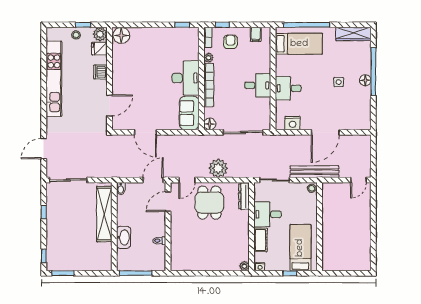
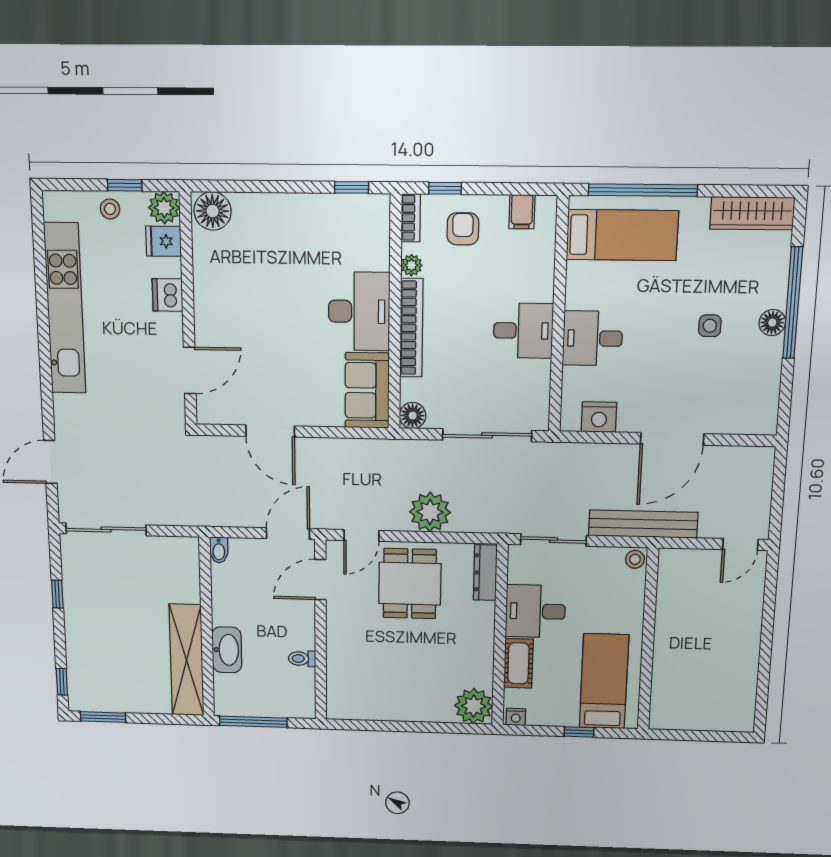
shelving: (104, 214) -> (187, 660), moved
plant: (244, 266) -> (474, 706), width x1.87, depth x1.87

